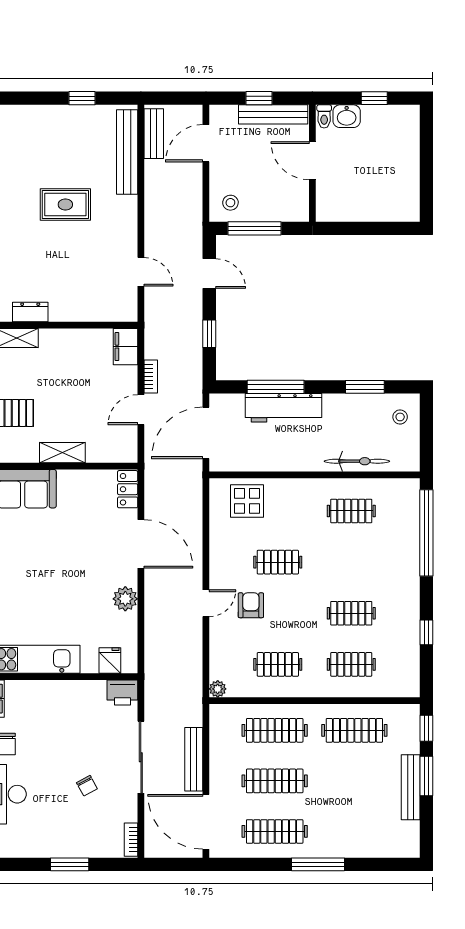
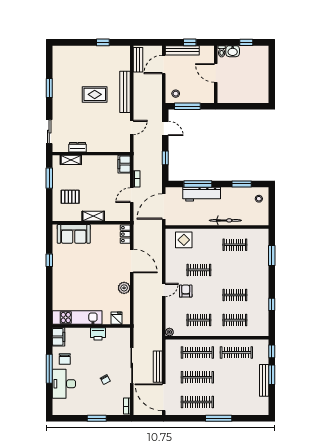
bench: (273, 114) -> (182, 50), moved
bench: (127, 152) -> (125, 92), moved
door: (141, 272) -> (132, 127), hinge flipped
bicycle: (357, 461) -> (225, 220), moved
window: (426, 533) -> (272, 256), width x0.47
printer: (122, 692) -> (98, 334), moved

